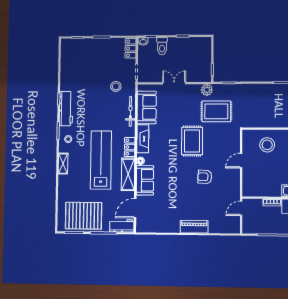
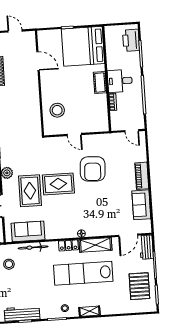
workbench: (66, 109) -> (22, 314), moved
rug: (216, 111) -> (30, 191), moved
fireplace: (143, 139) -> (59, 233), removed
armchair: (205, 177) -> (93, 169), width x1.88, depth x1.88
sofa: (145, 180) -> (141, 205), moved, turned -90
door: (135, 208) -> (128, 235), hinge flipped
door: (241, 208) -> (132, 131), moved
pallet: (84, 216) -> (139, 286), width x0.73, depth x0.71

